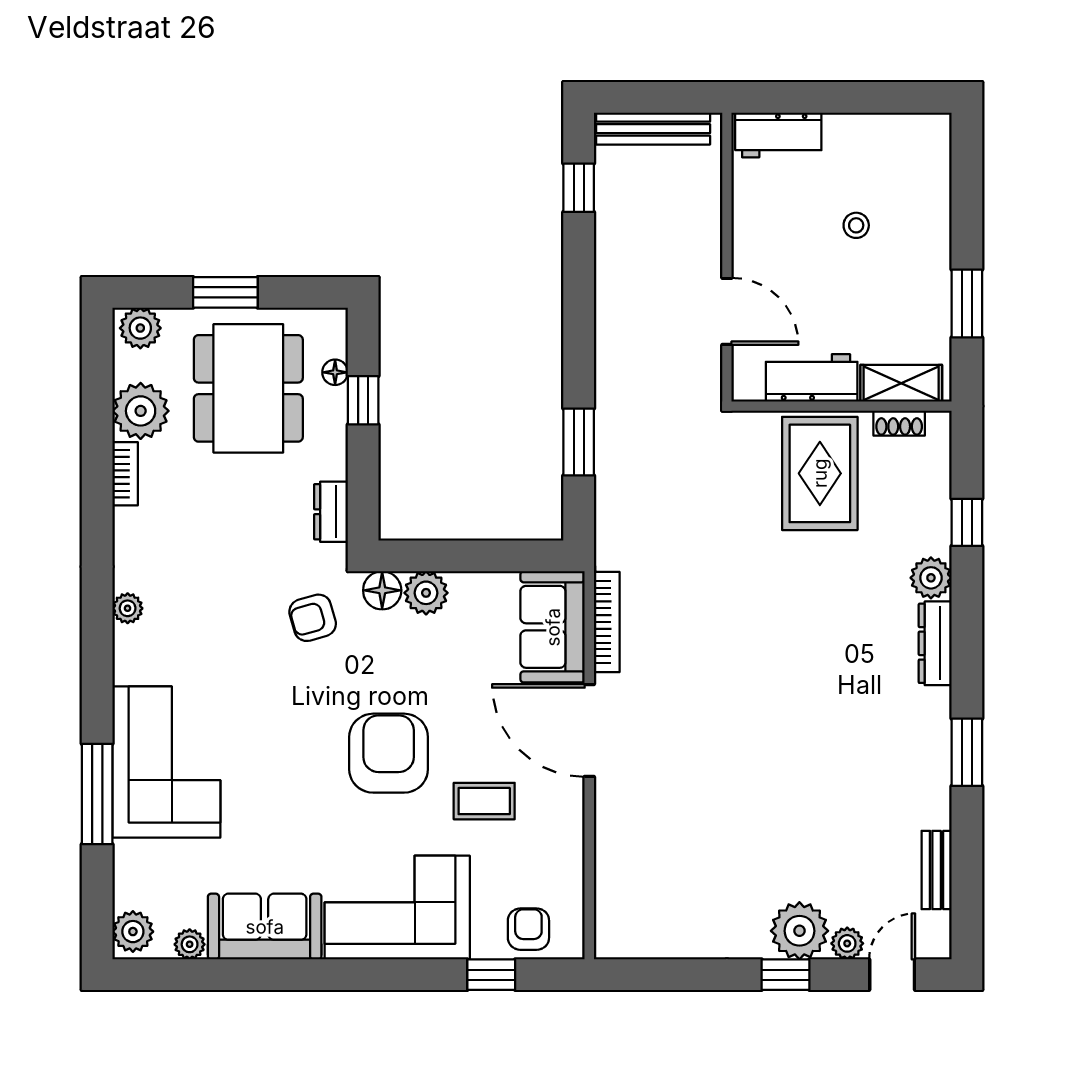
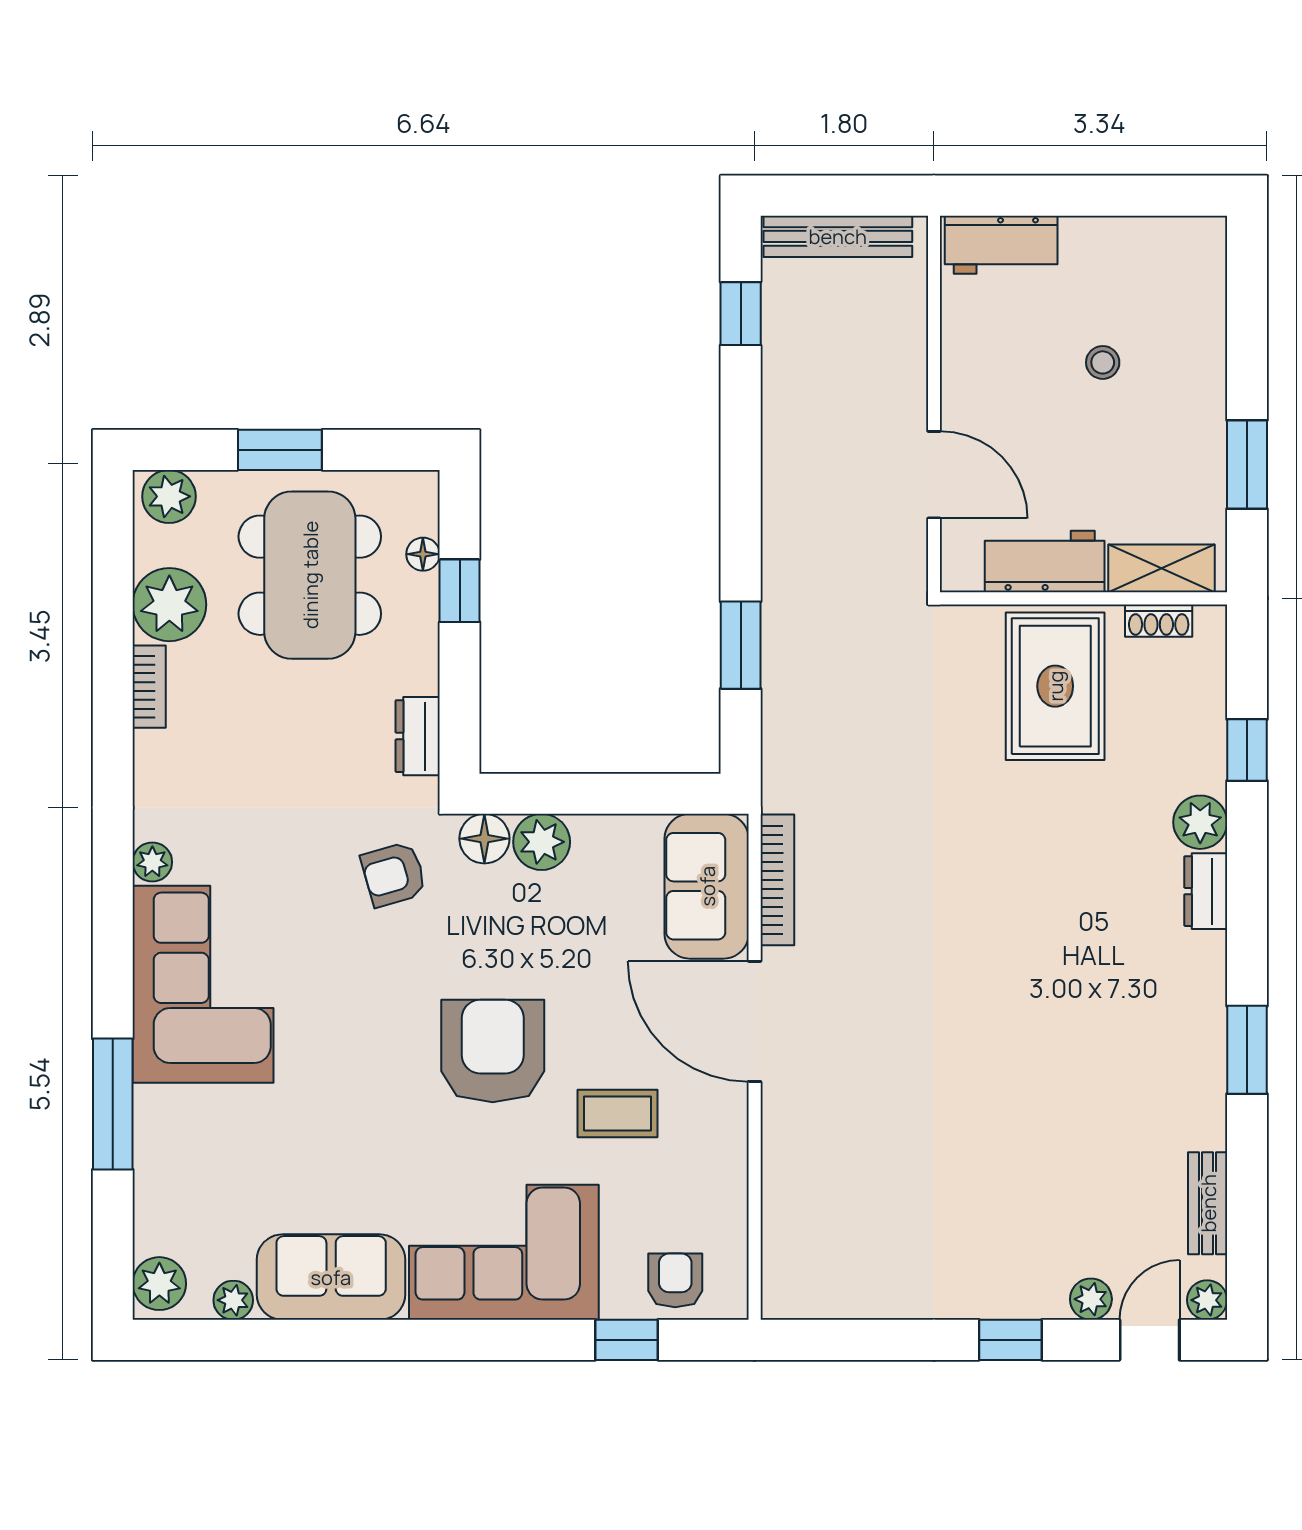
dresser: (935, 643) -> (1206, 891), width x0.70
corner sofa: (166, 762) -> (203, 984), moved
plant: (799, 931) -> (1207, 1300), moved, width x0.53, depth x0.53

